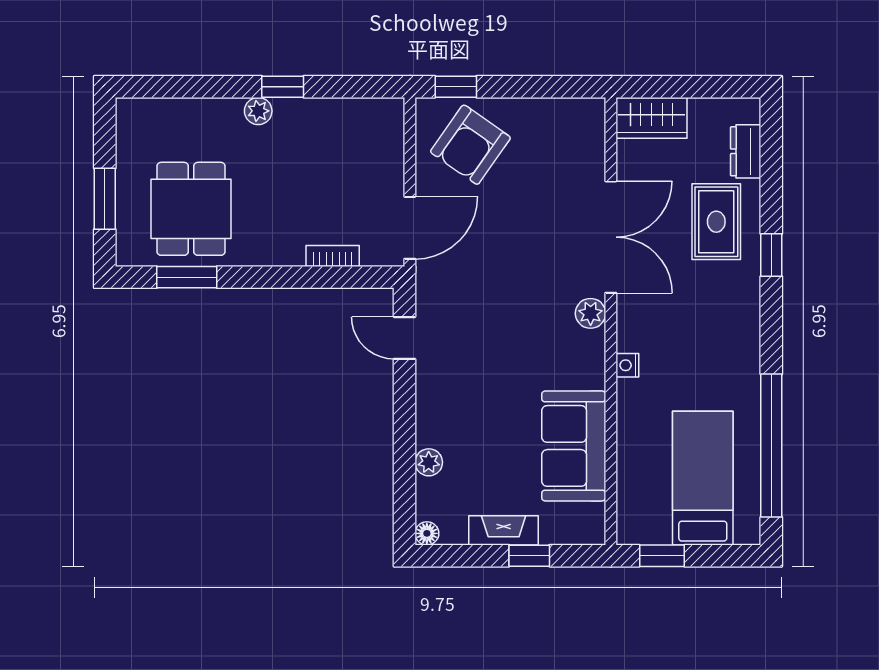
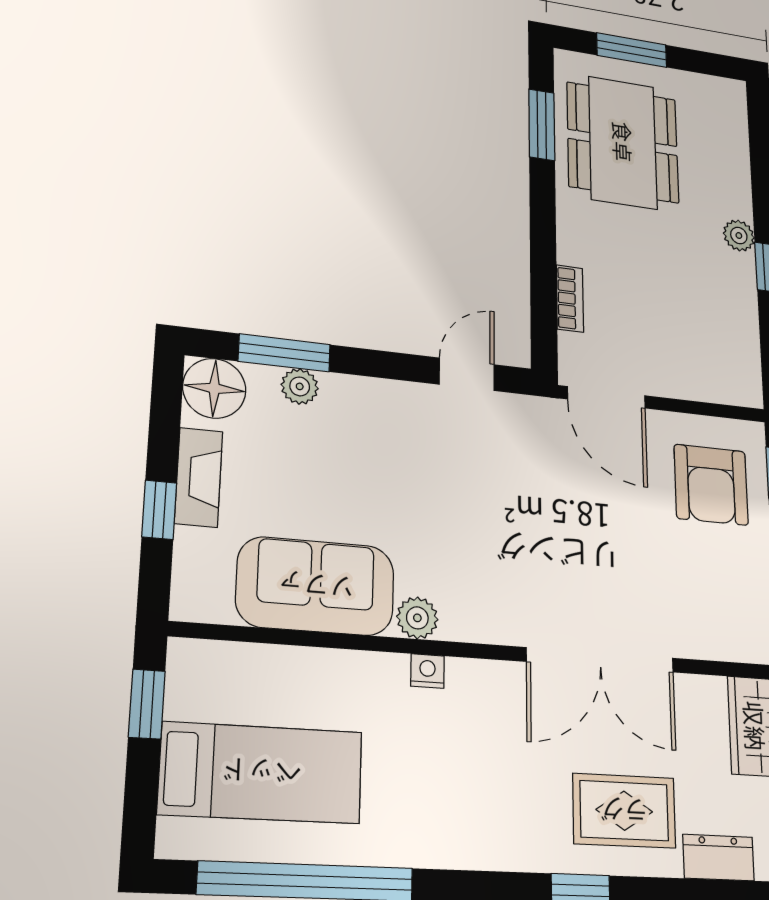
armchair: (470, 145) -> (711, 485), turned -125
dining table: (191, 209) -> (623, 142), width x1.38
plant: (591, 313) -> (417, 618), moved
window: (405, 474) -> (284, 353), added
floor lamp: (427, 533) -> (214, 388), width x1.89, depth x1.89

